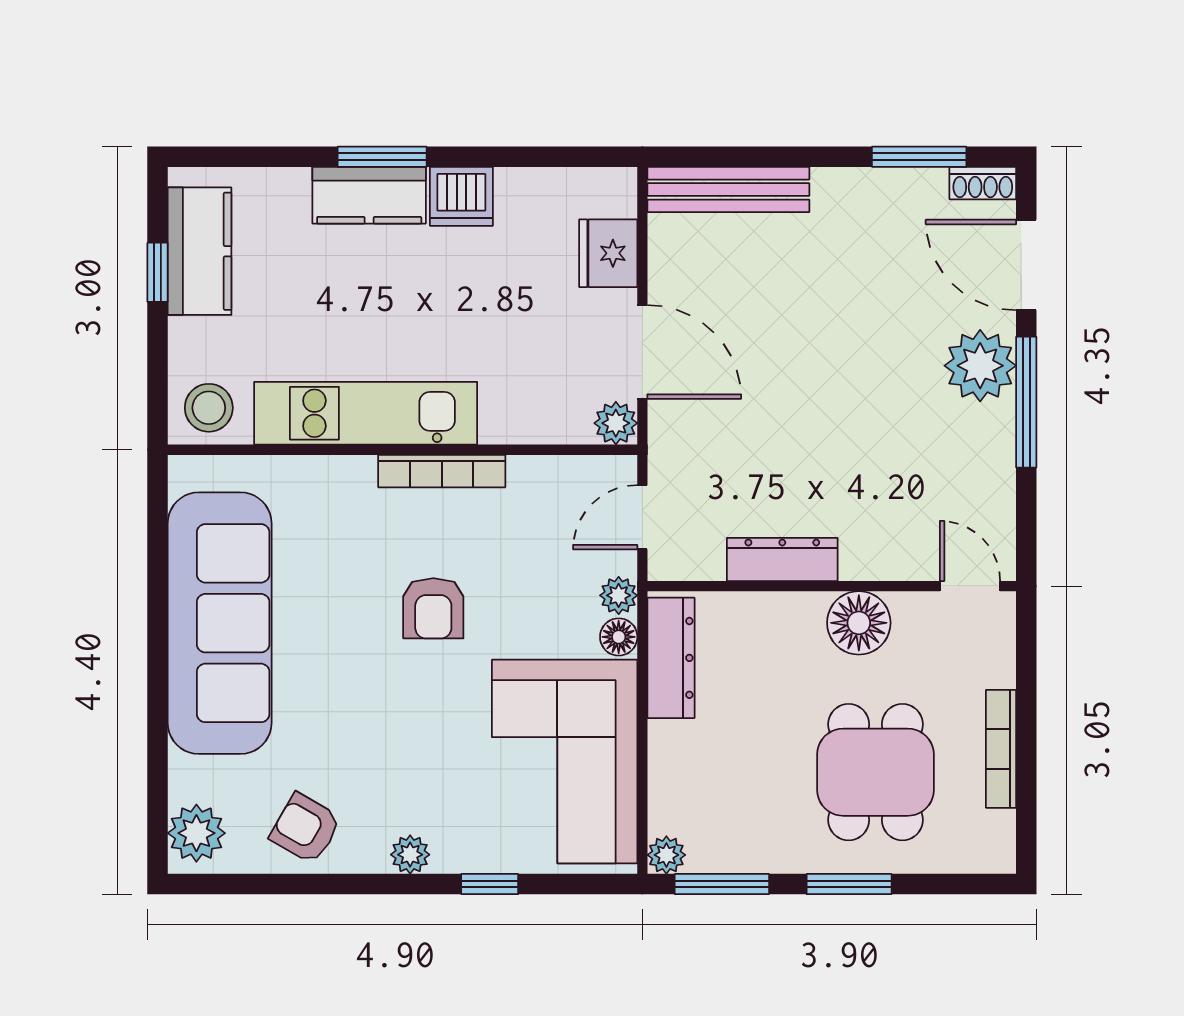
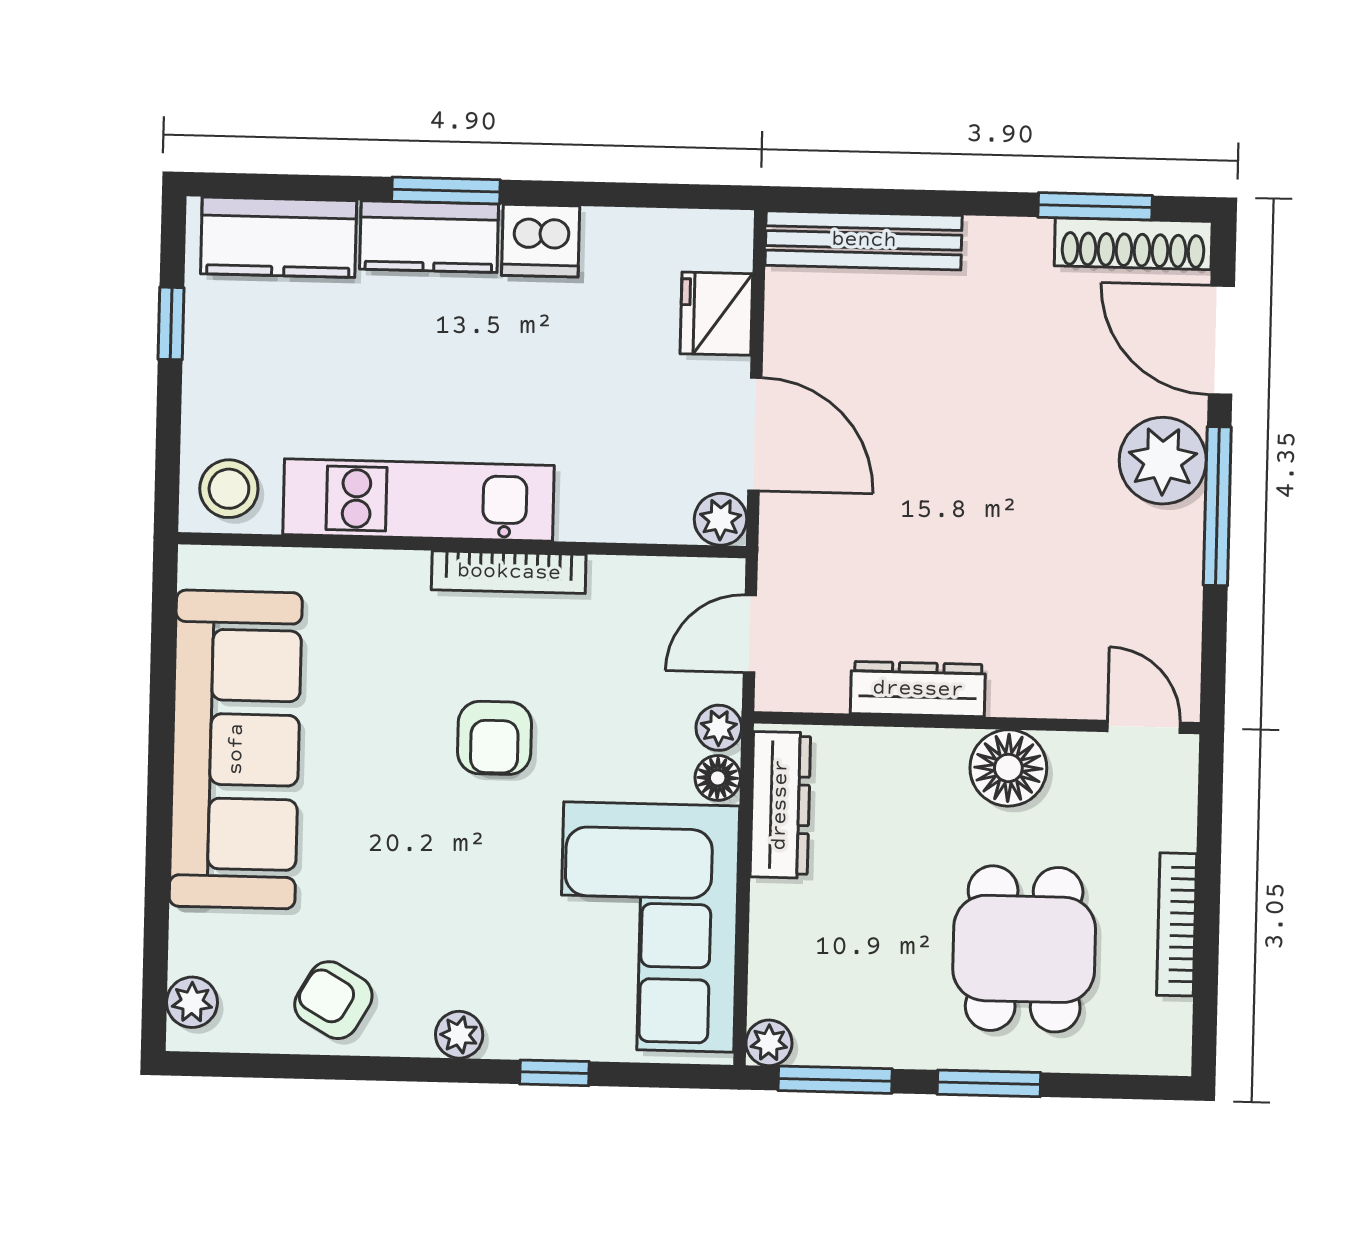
shoe rack: (983, 183) -> (1133, 244), width x1.94, depth x1.24
kitchen counter: (200, 251) -> (279, 237), moved, turned 90
plant: (196, 833) -> (192, 1002), width x0.73, depth x0.73

